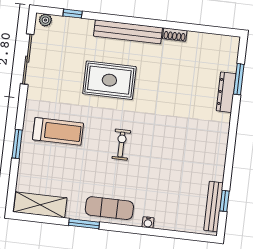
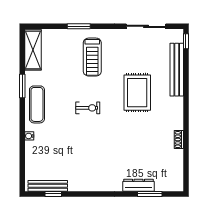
window: (73, 14) -> (186, 41), moved
plant: (45, 20) -> (178, 37), removed
bench: (128, 32) -> (177, 70), moved

